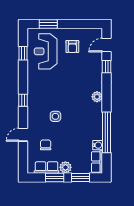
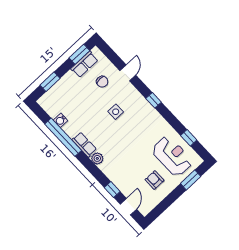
row of seats: (97, 162) -> (84, 145), moved
plant: (65, 167) -> (70, 79), removed
window: (55, 177) -> (79, 54), moved

